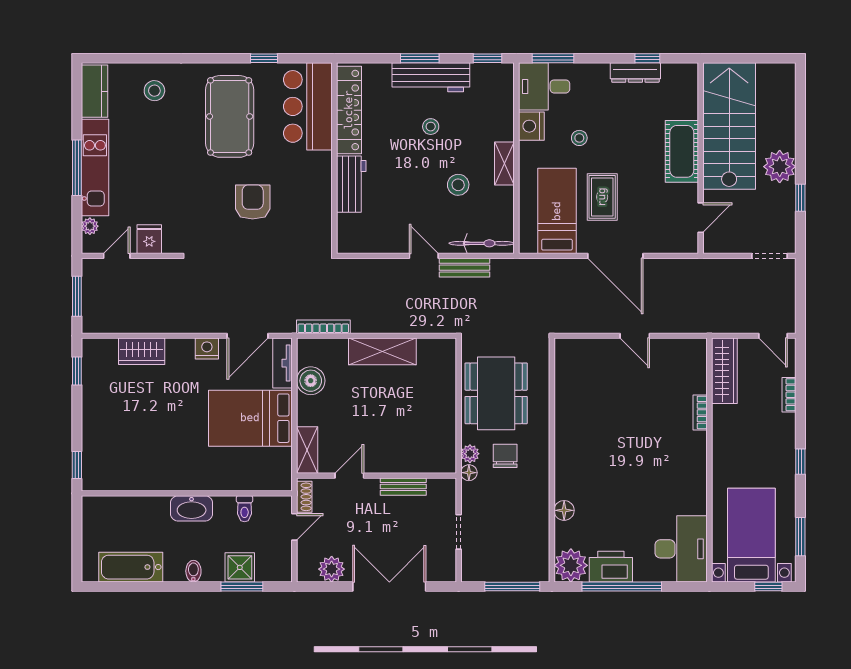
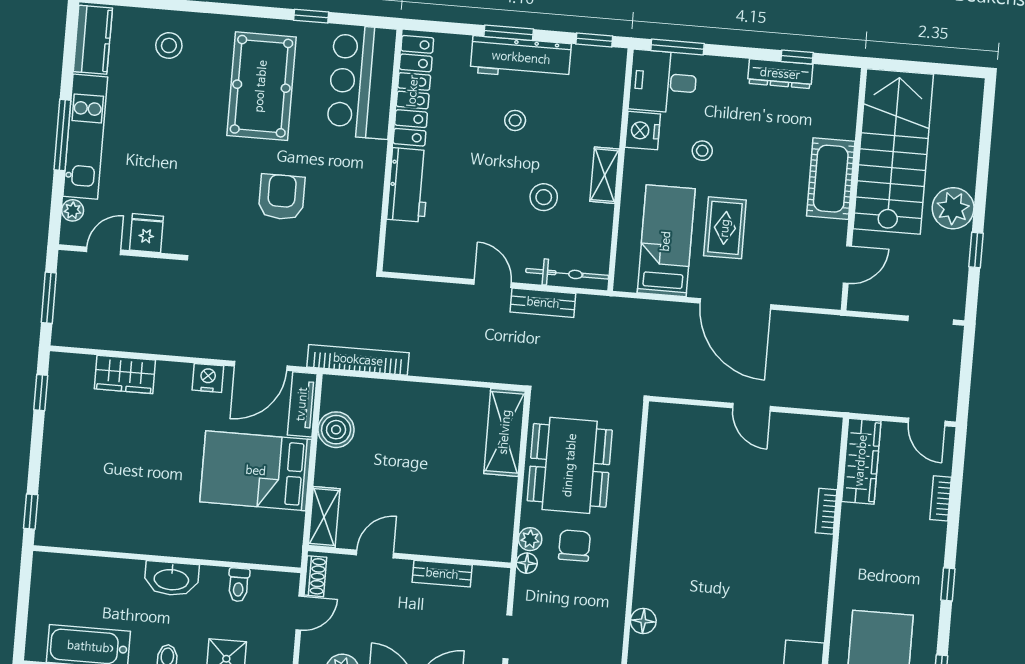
bookcase: (323, 327) -> (358, 360), width x1.48, depth x1.31
shelving: (382, 351) -> (505, 432), moved, turned 90

